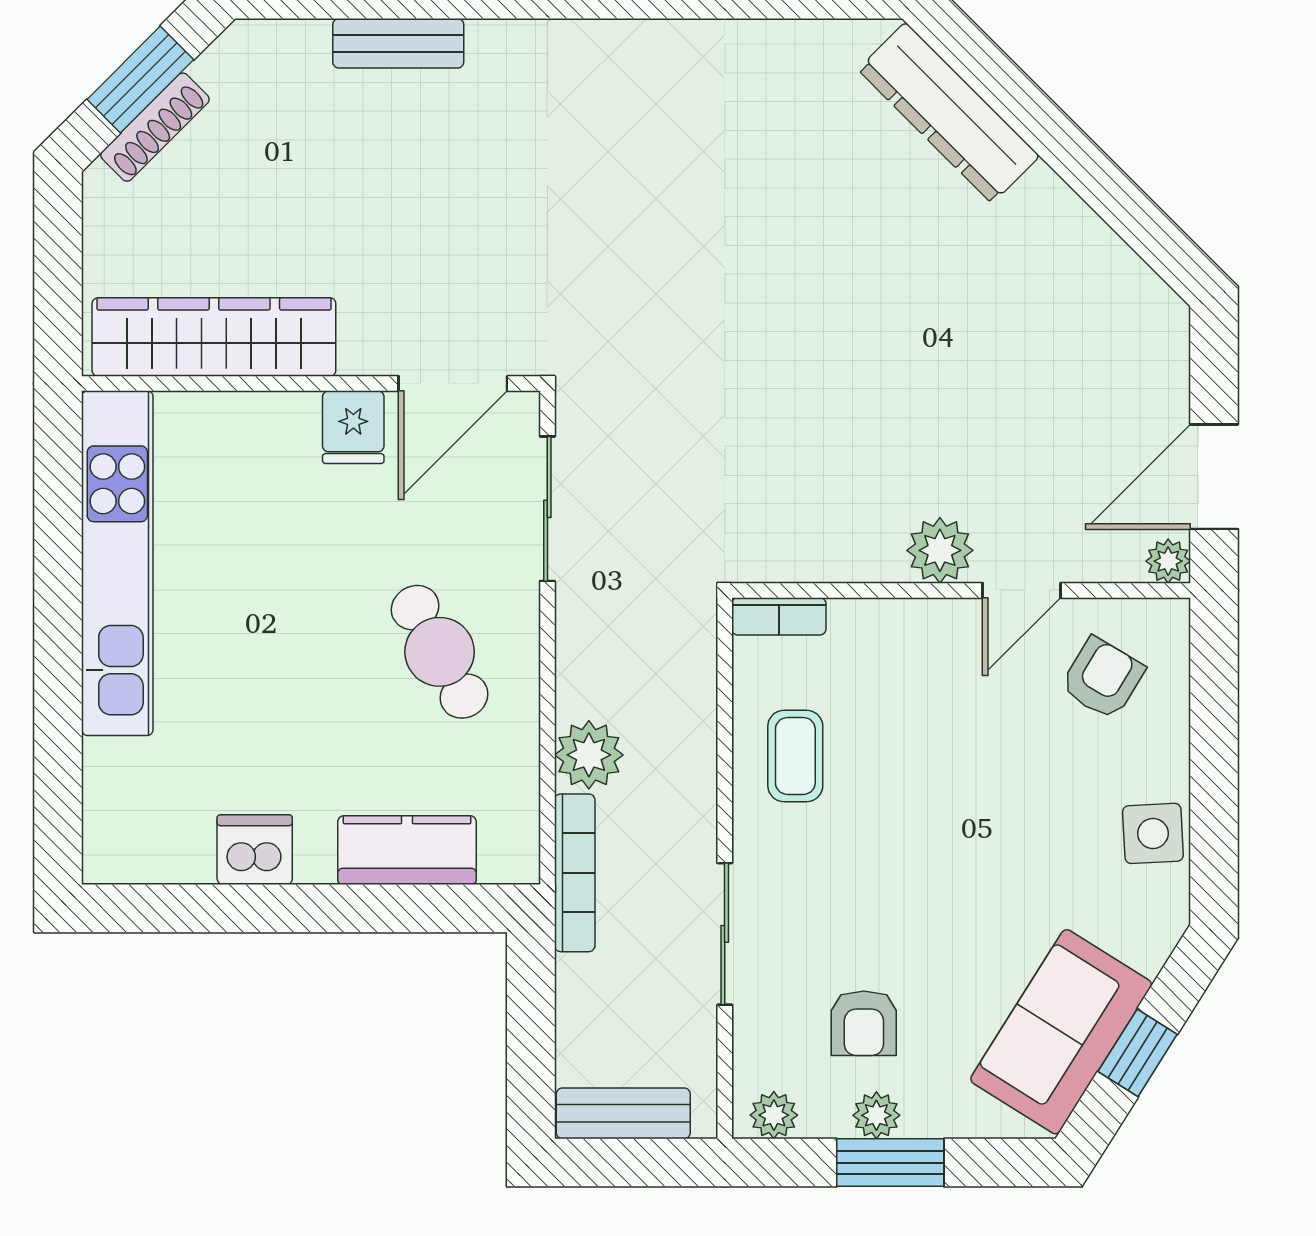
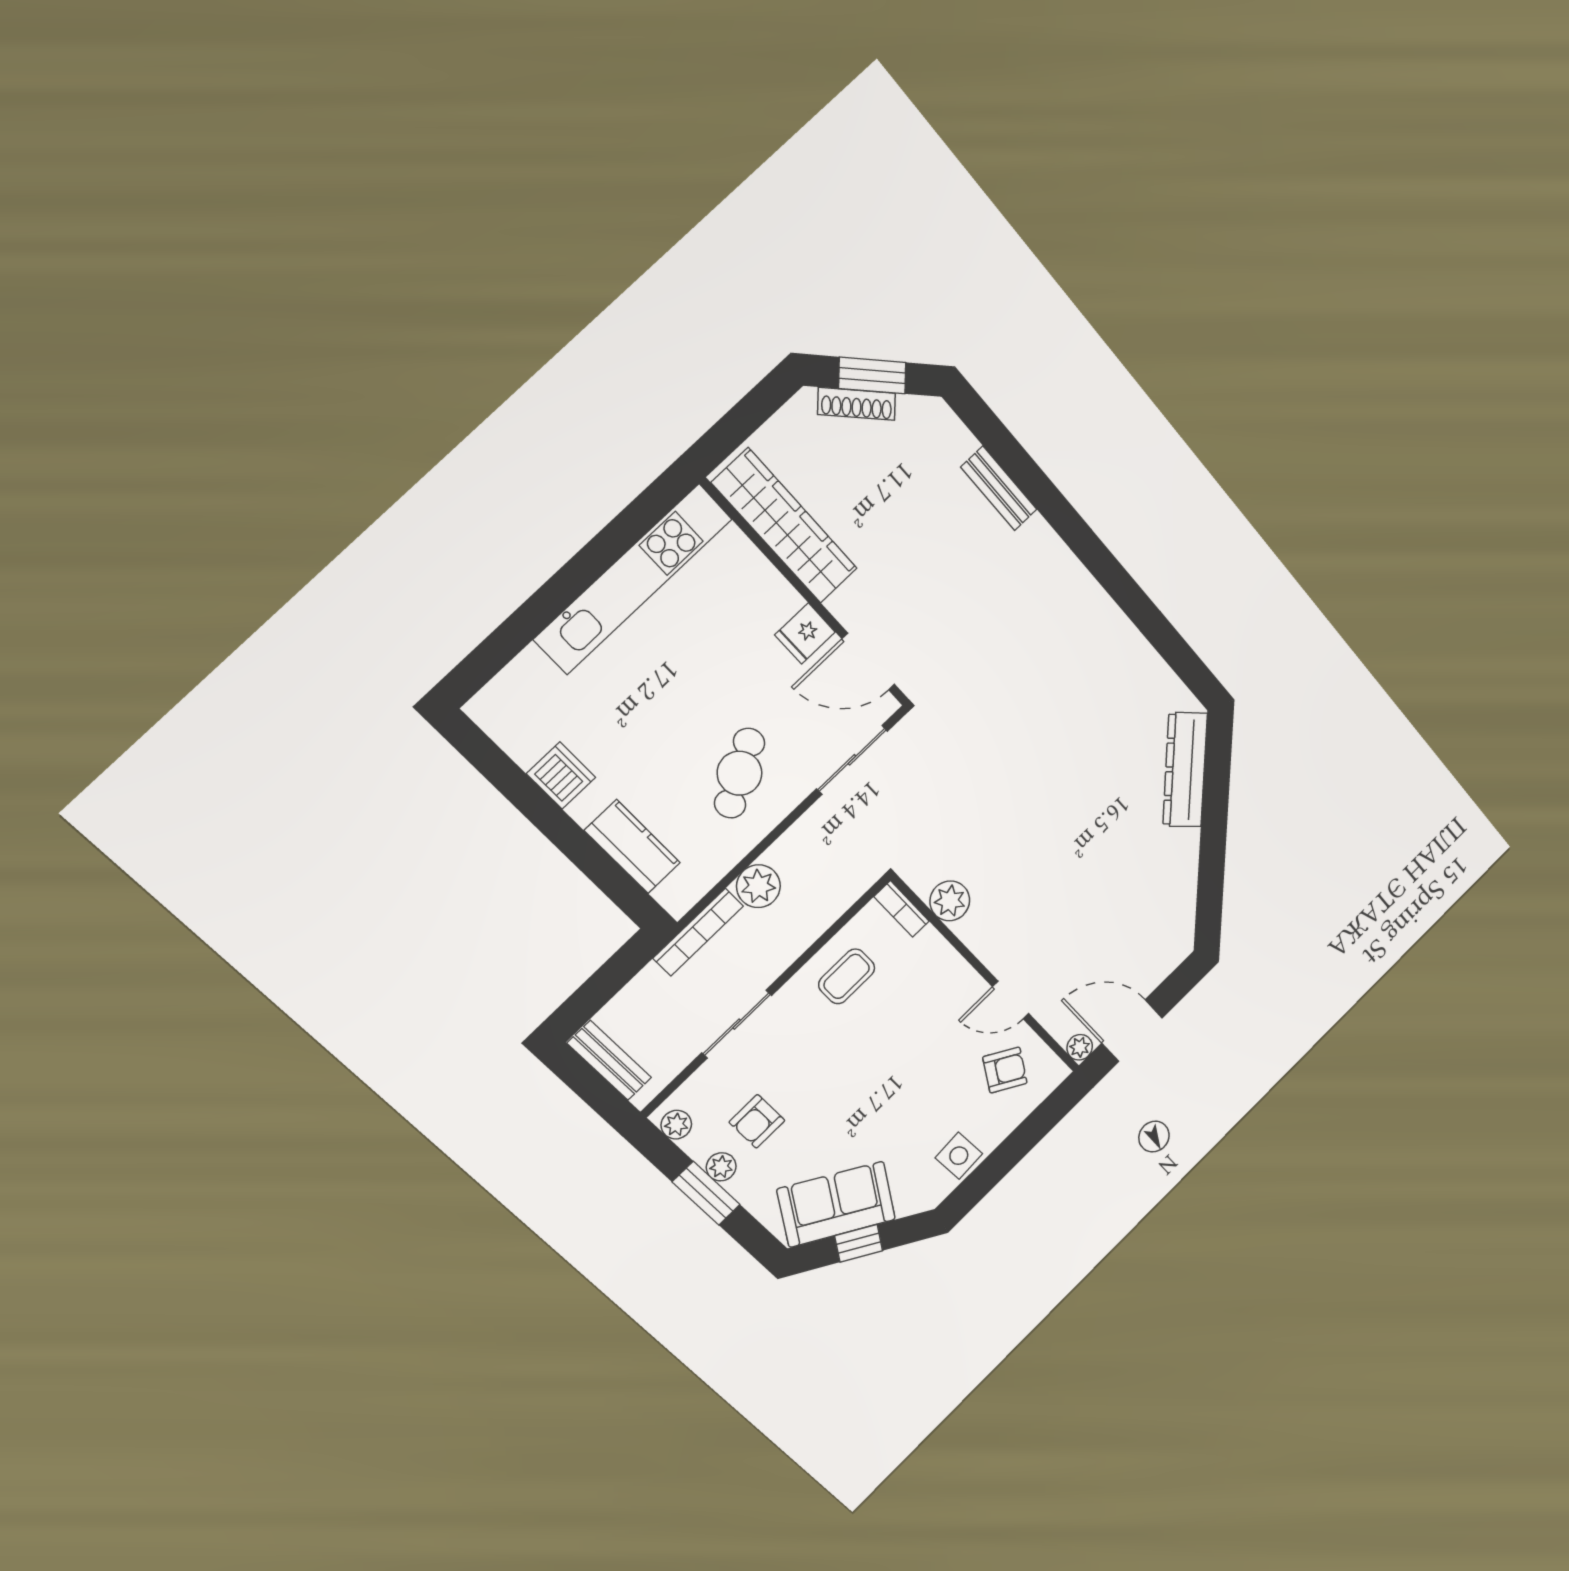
plant: (940, 550) -> (950, 901), moved

